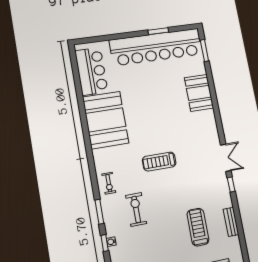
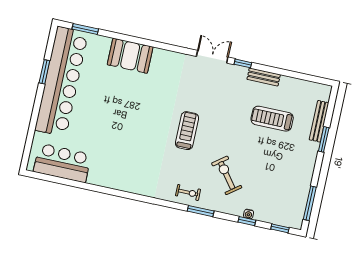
booth: (106, 120) -> (121, 169), removed
treadmill: (159, 162) -> (187, 131), turned 180
exercise bike: (136, 209) -> (227, 175), turned 53
window: (99, 212) -> (201, 211), moved
bench: (231, 222) -> (264, 77), moved

